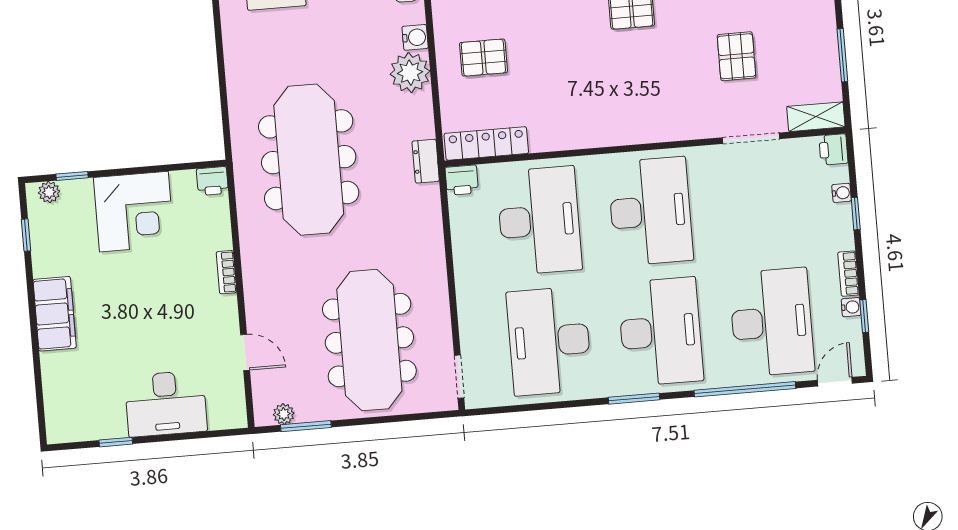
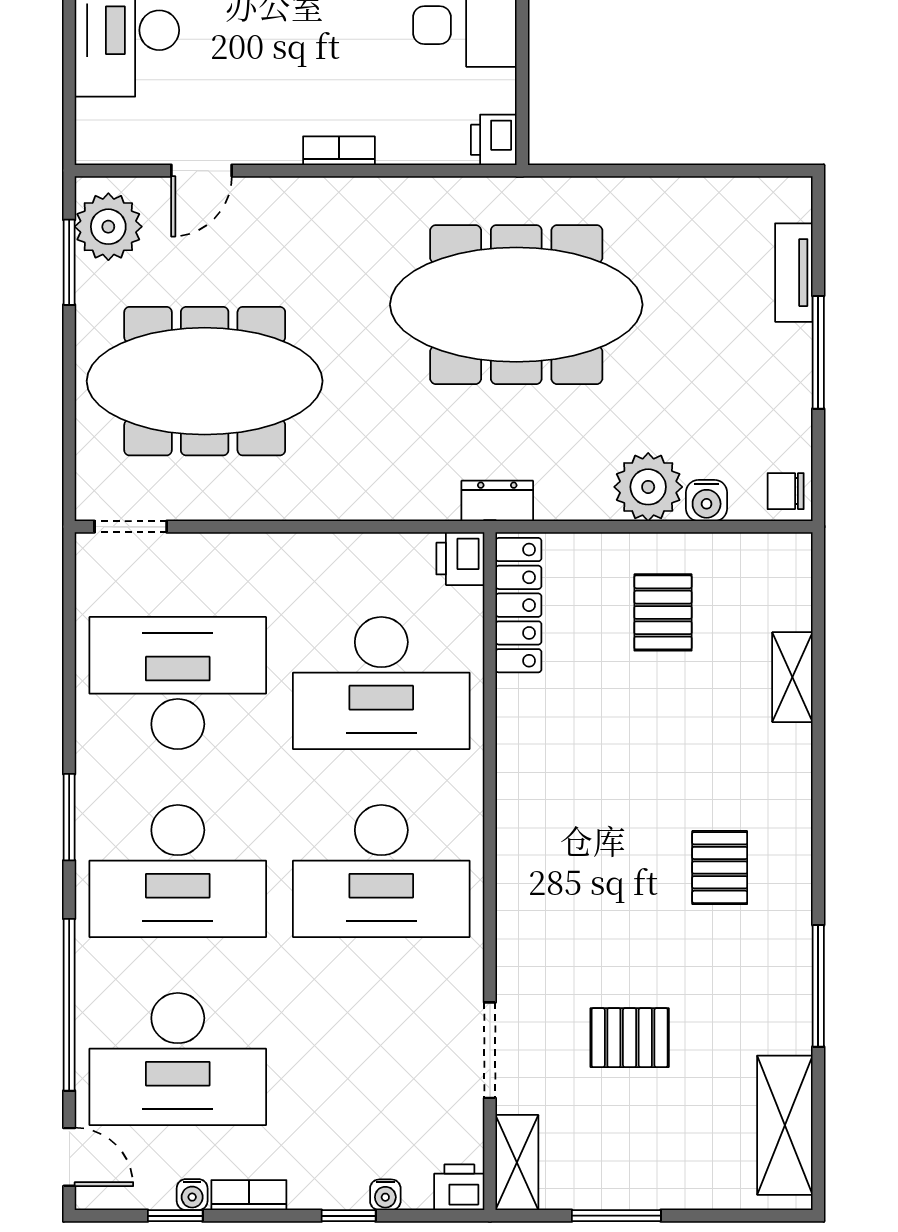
plant: (284, 414) -> (108, 227), width x1.87, depth x1.87

